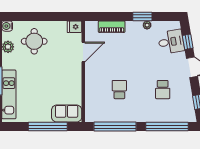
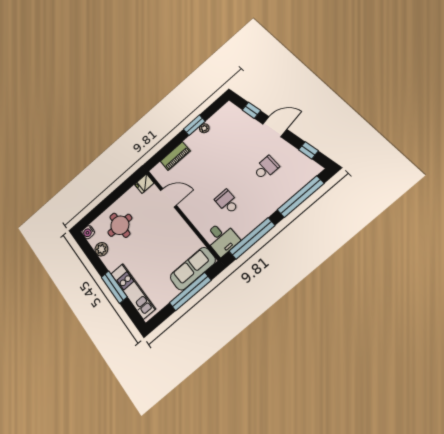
desk: (171, 42) -> (222, 238), moved, turned 100
door: (83, 52) -> (168, 198), hinge flipped
school desk: (163, 90) -> (266, 168), turned -90
sofa: (67, 114) -> (193, 269), width x1.36

